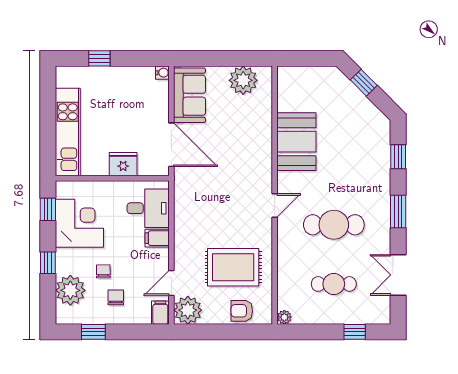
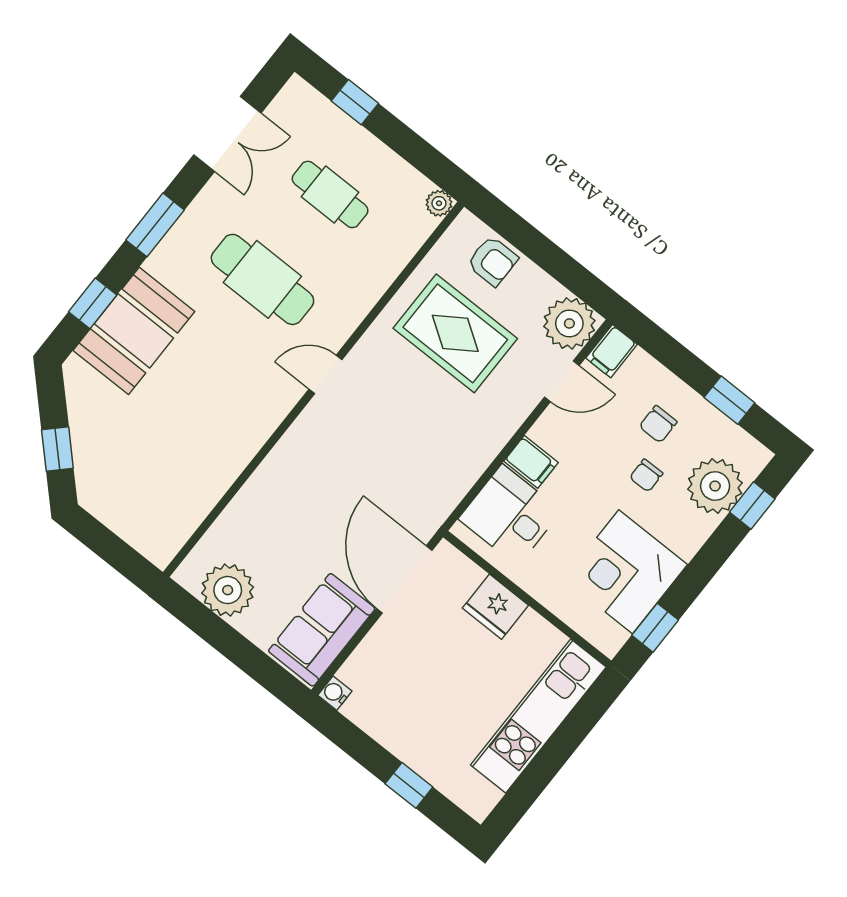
booth: (296, 142) -> (134, 331), moved
window: (48, 263) -> (752, 506), moved

